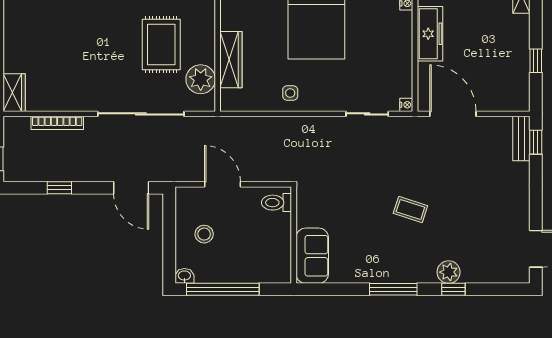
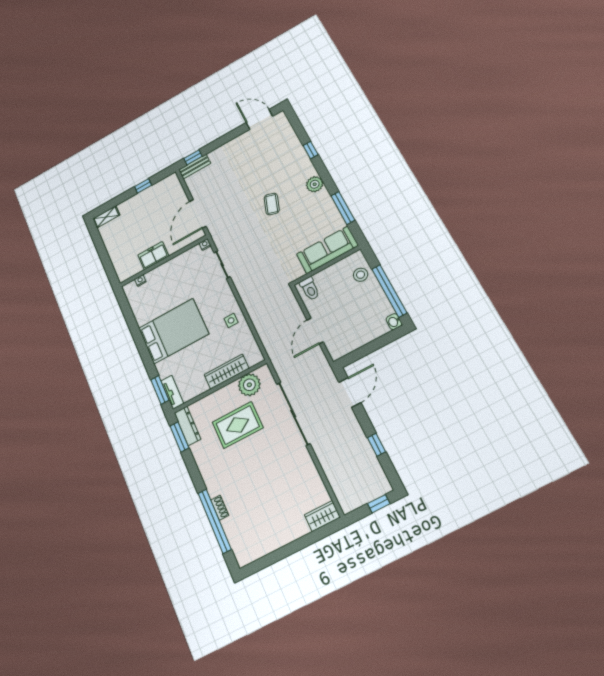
freezer: (430, 34) -> (153, 256), width x0.71
bookcase: (57, 123) -> (329, 471), removed
stool: (204, 234) -> (361, 275), moved
sofa: (312, 256) -> (327, 250), width x1.36
plant: (449, 272) -> (315, 184), moved
window: (393, 289) -> (343, 208), moved

